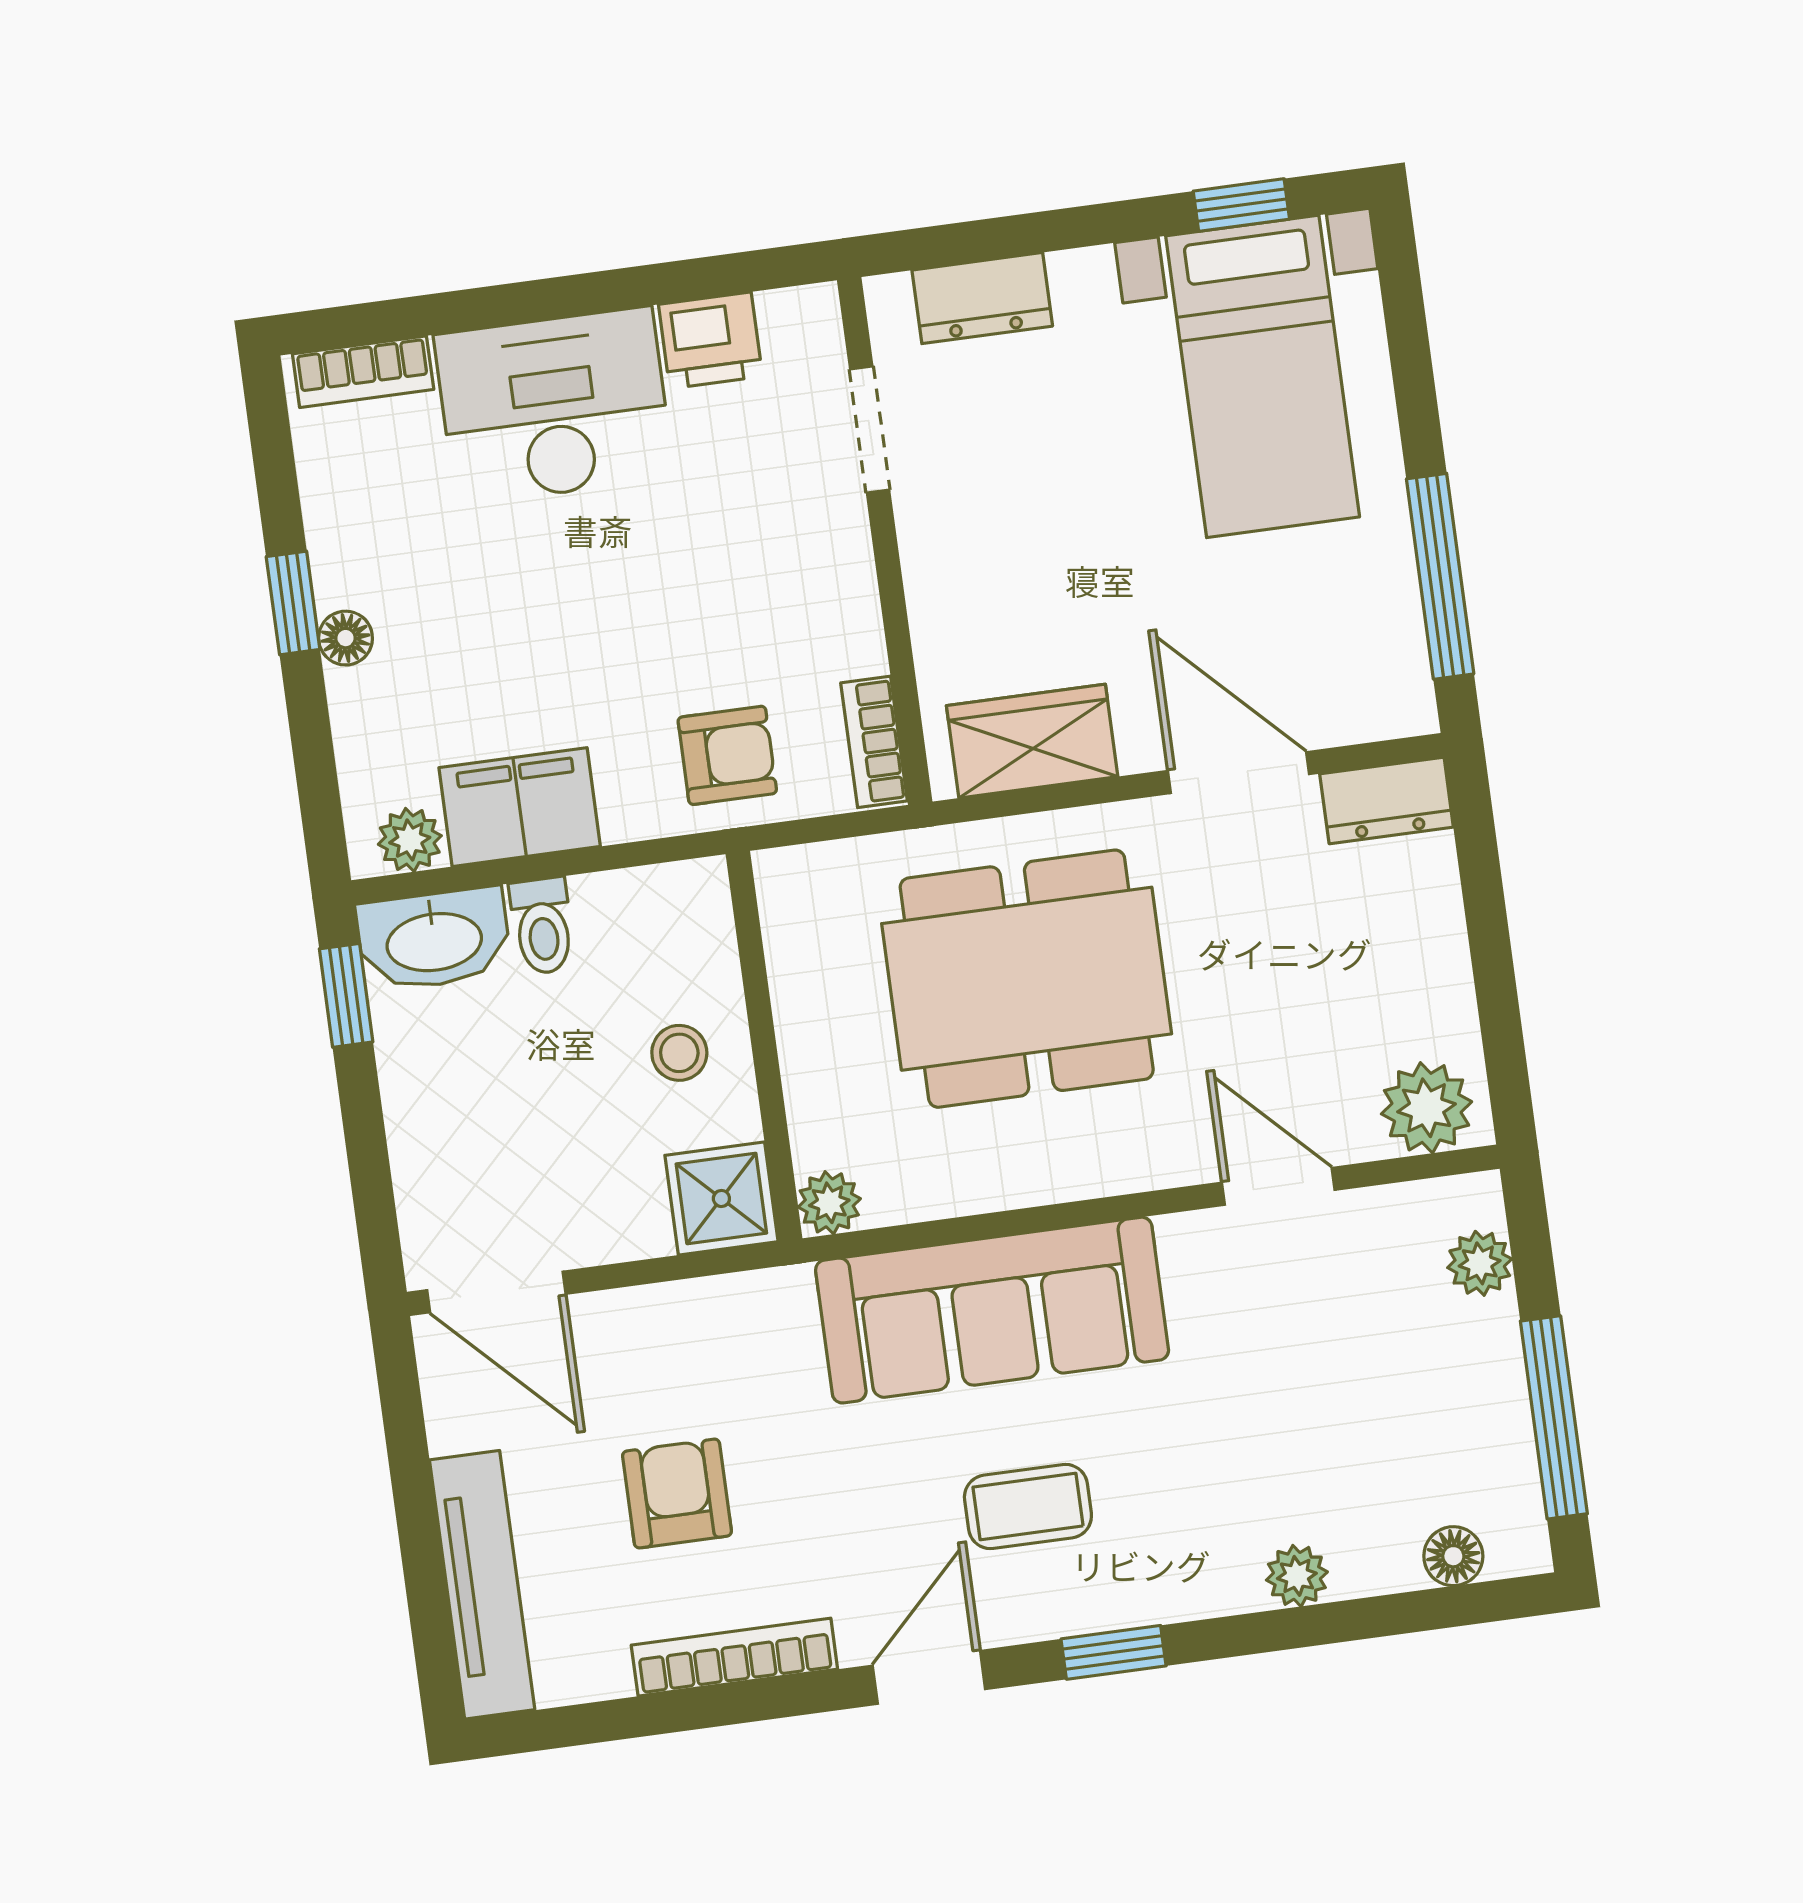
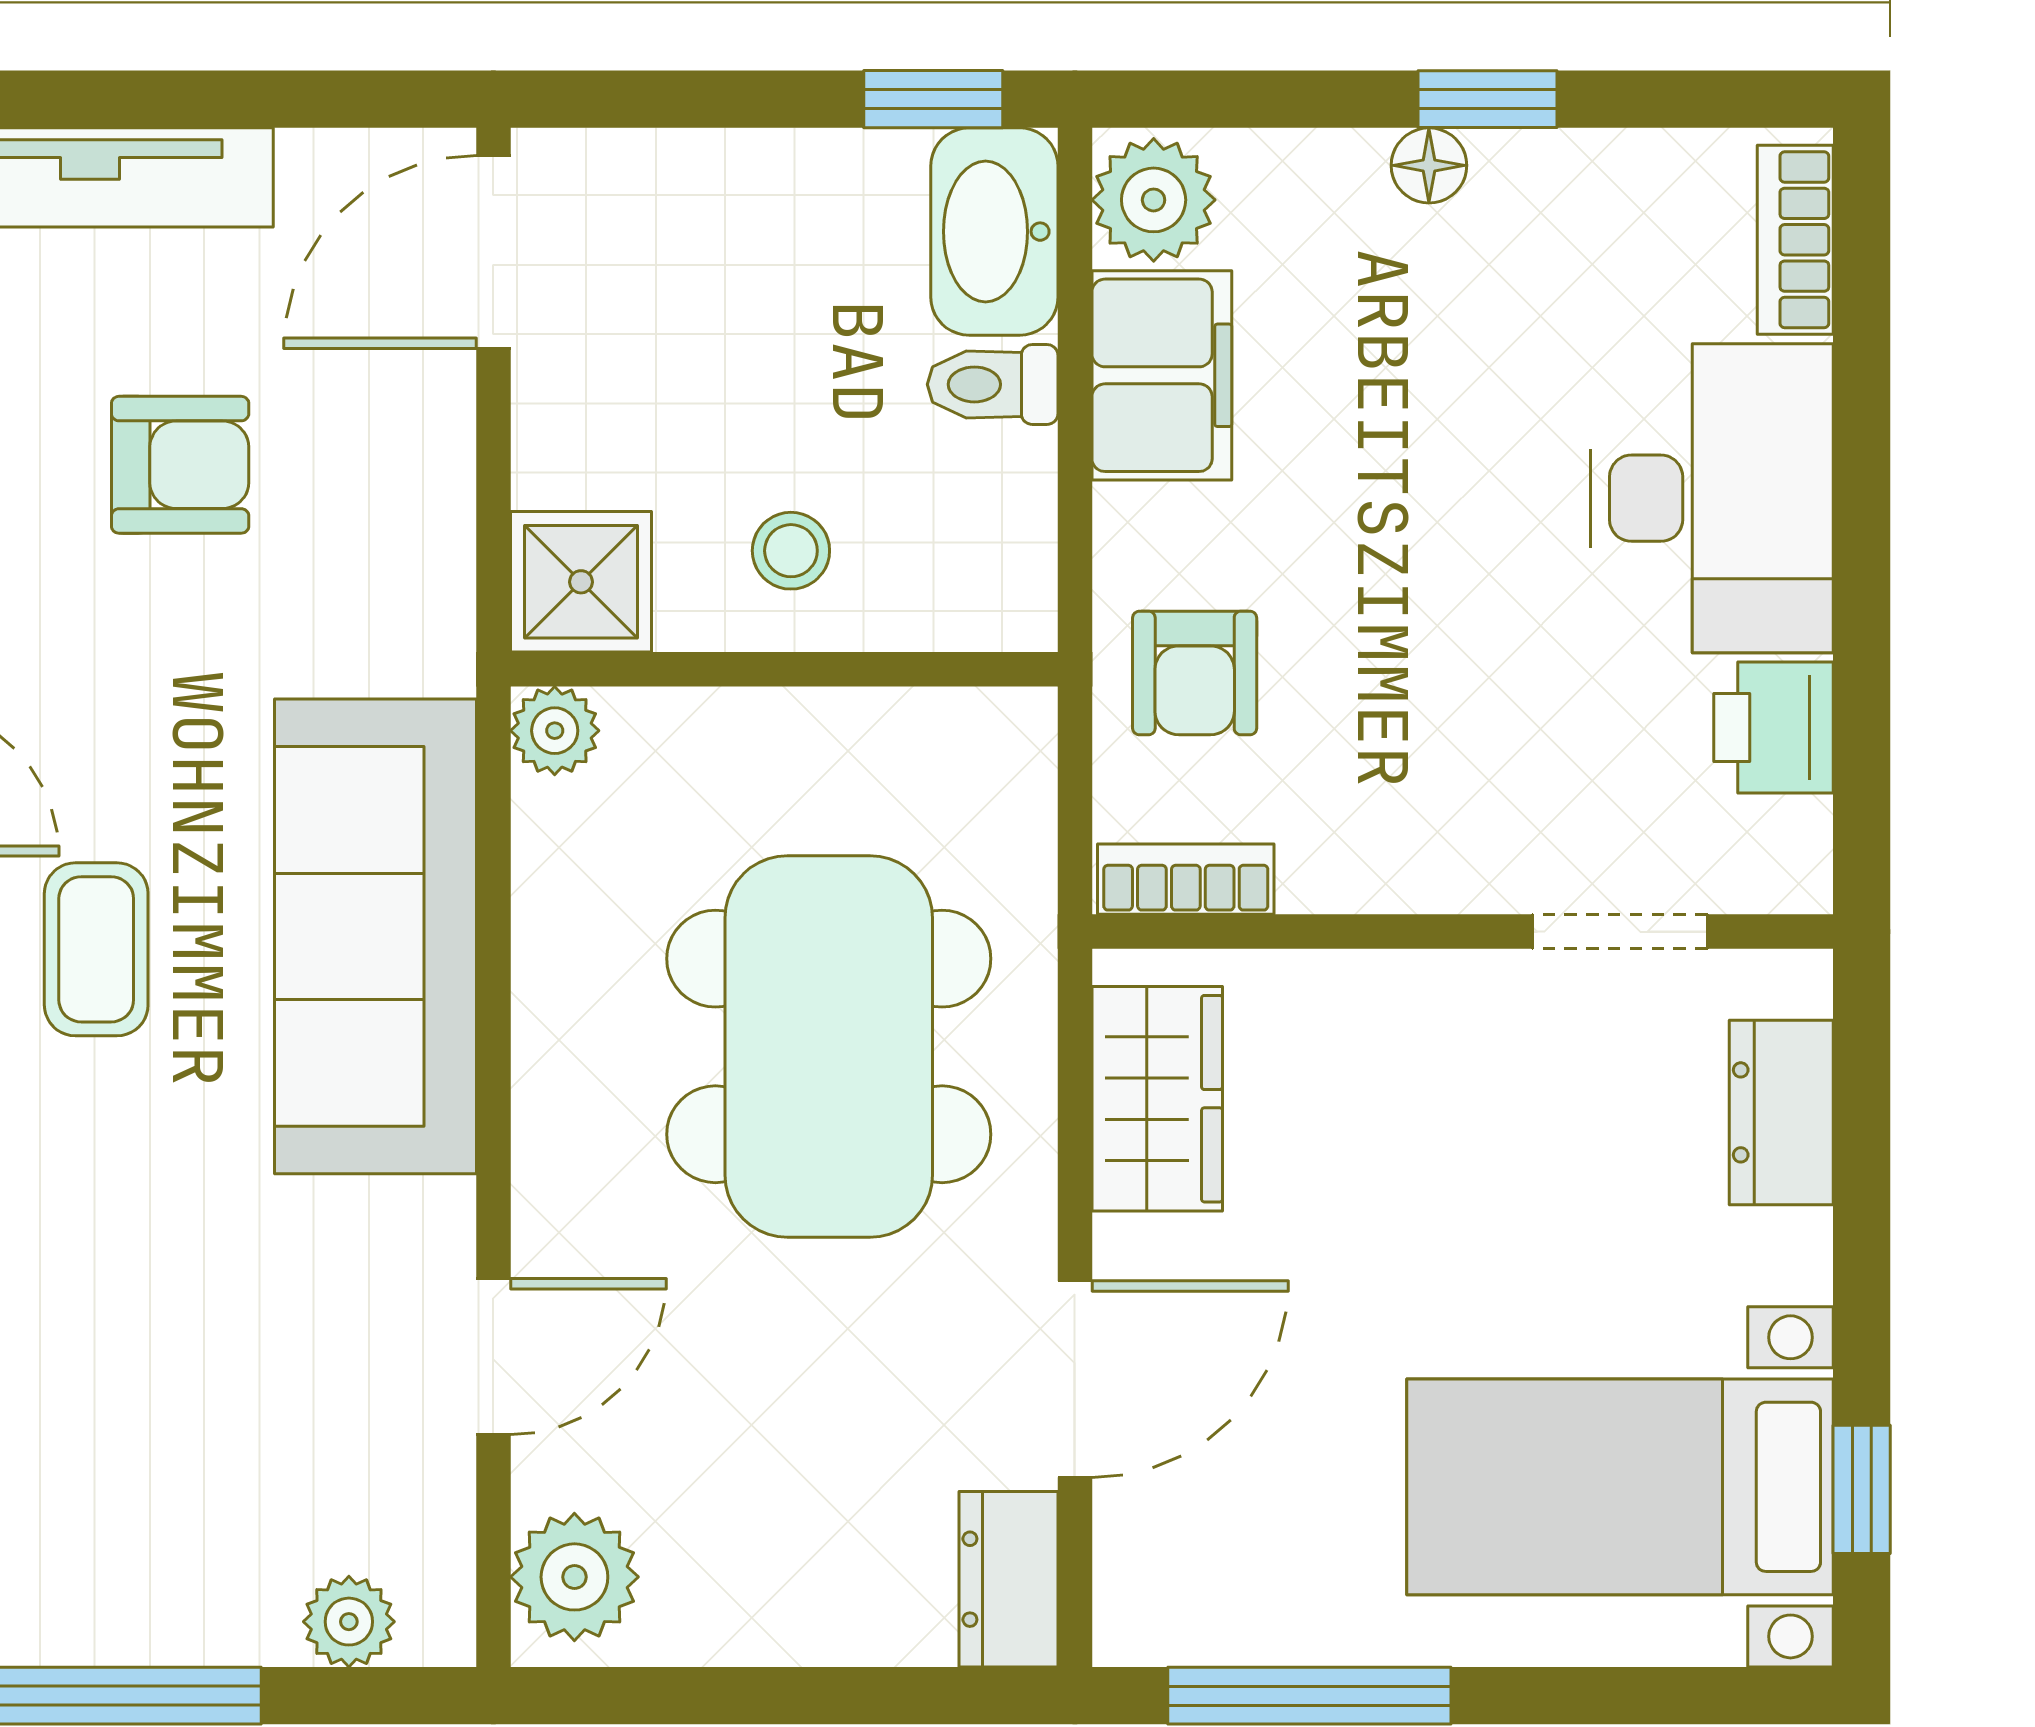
plant: (410, 840) -> (1154, 200), width x1.38, depth x1.38

